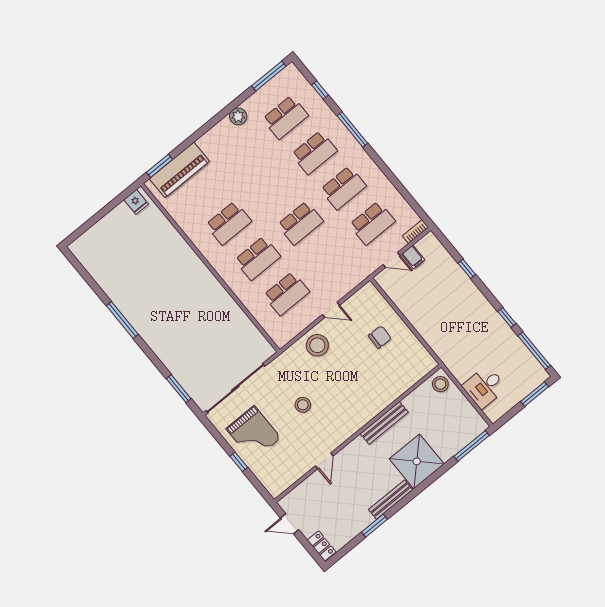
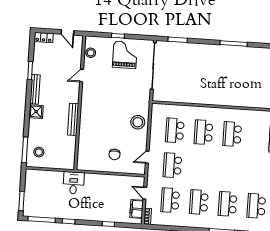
school desk: (300, 223) -> (172, 165), moved
filing cabinet: (413, 257) -> (137, 209), width x2.00
door: (392, 260) -> (145, 193), hinge flipped
door: (331, 310) -> (147, 157), moved
stool: (440, 384) -> (39, 152), moved
desk: (484, 387) -> (74, 183), moved
stool: (303, 405) -> (91, 53), moved
grand piano: (253, 433) -> (125, 55), turned 90
door: (324, 461) -> (82, 76), hinge flipped
shower: (417, 461) -> (36, 112), width x0.54, depth x0.54
door: (290, 524) -> (68, 32), swing flipped

